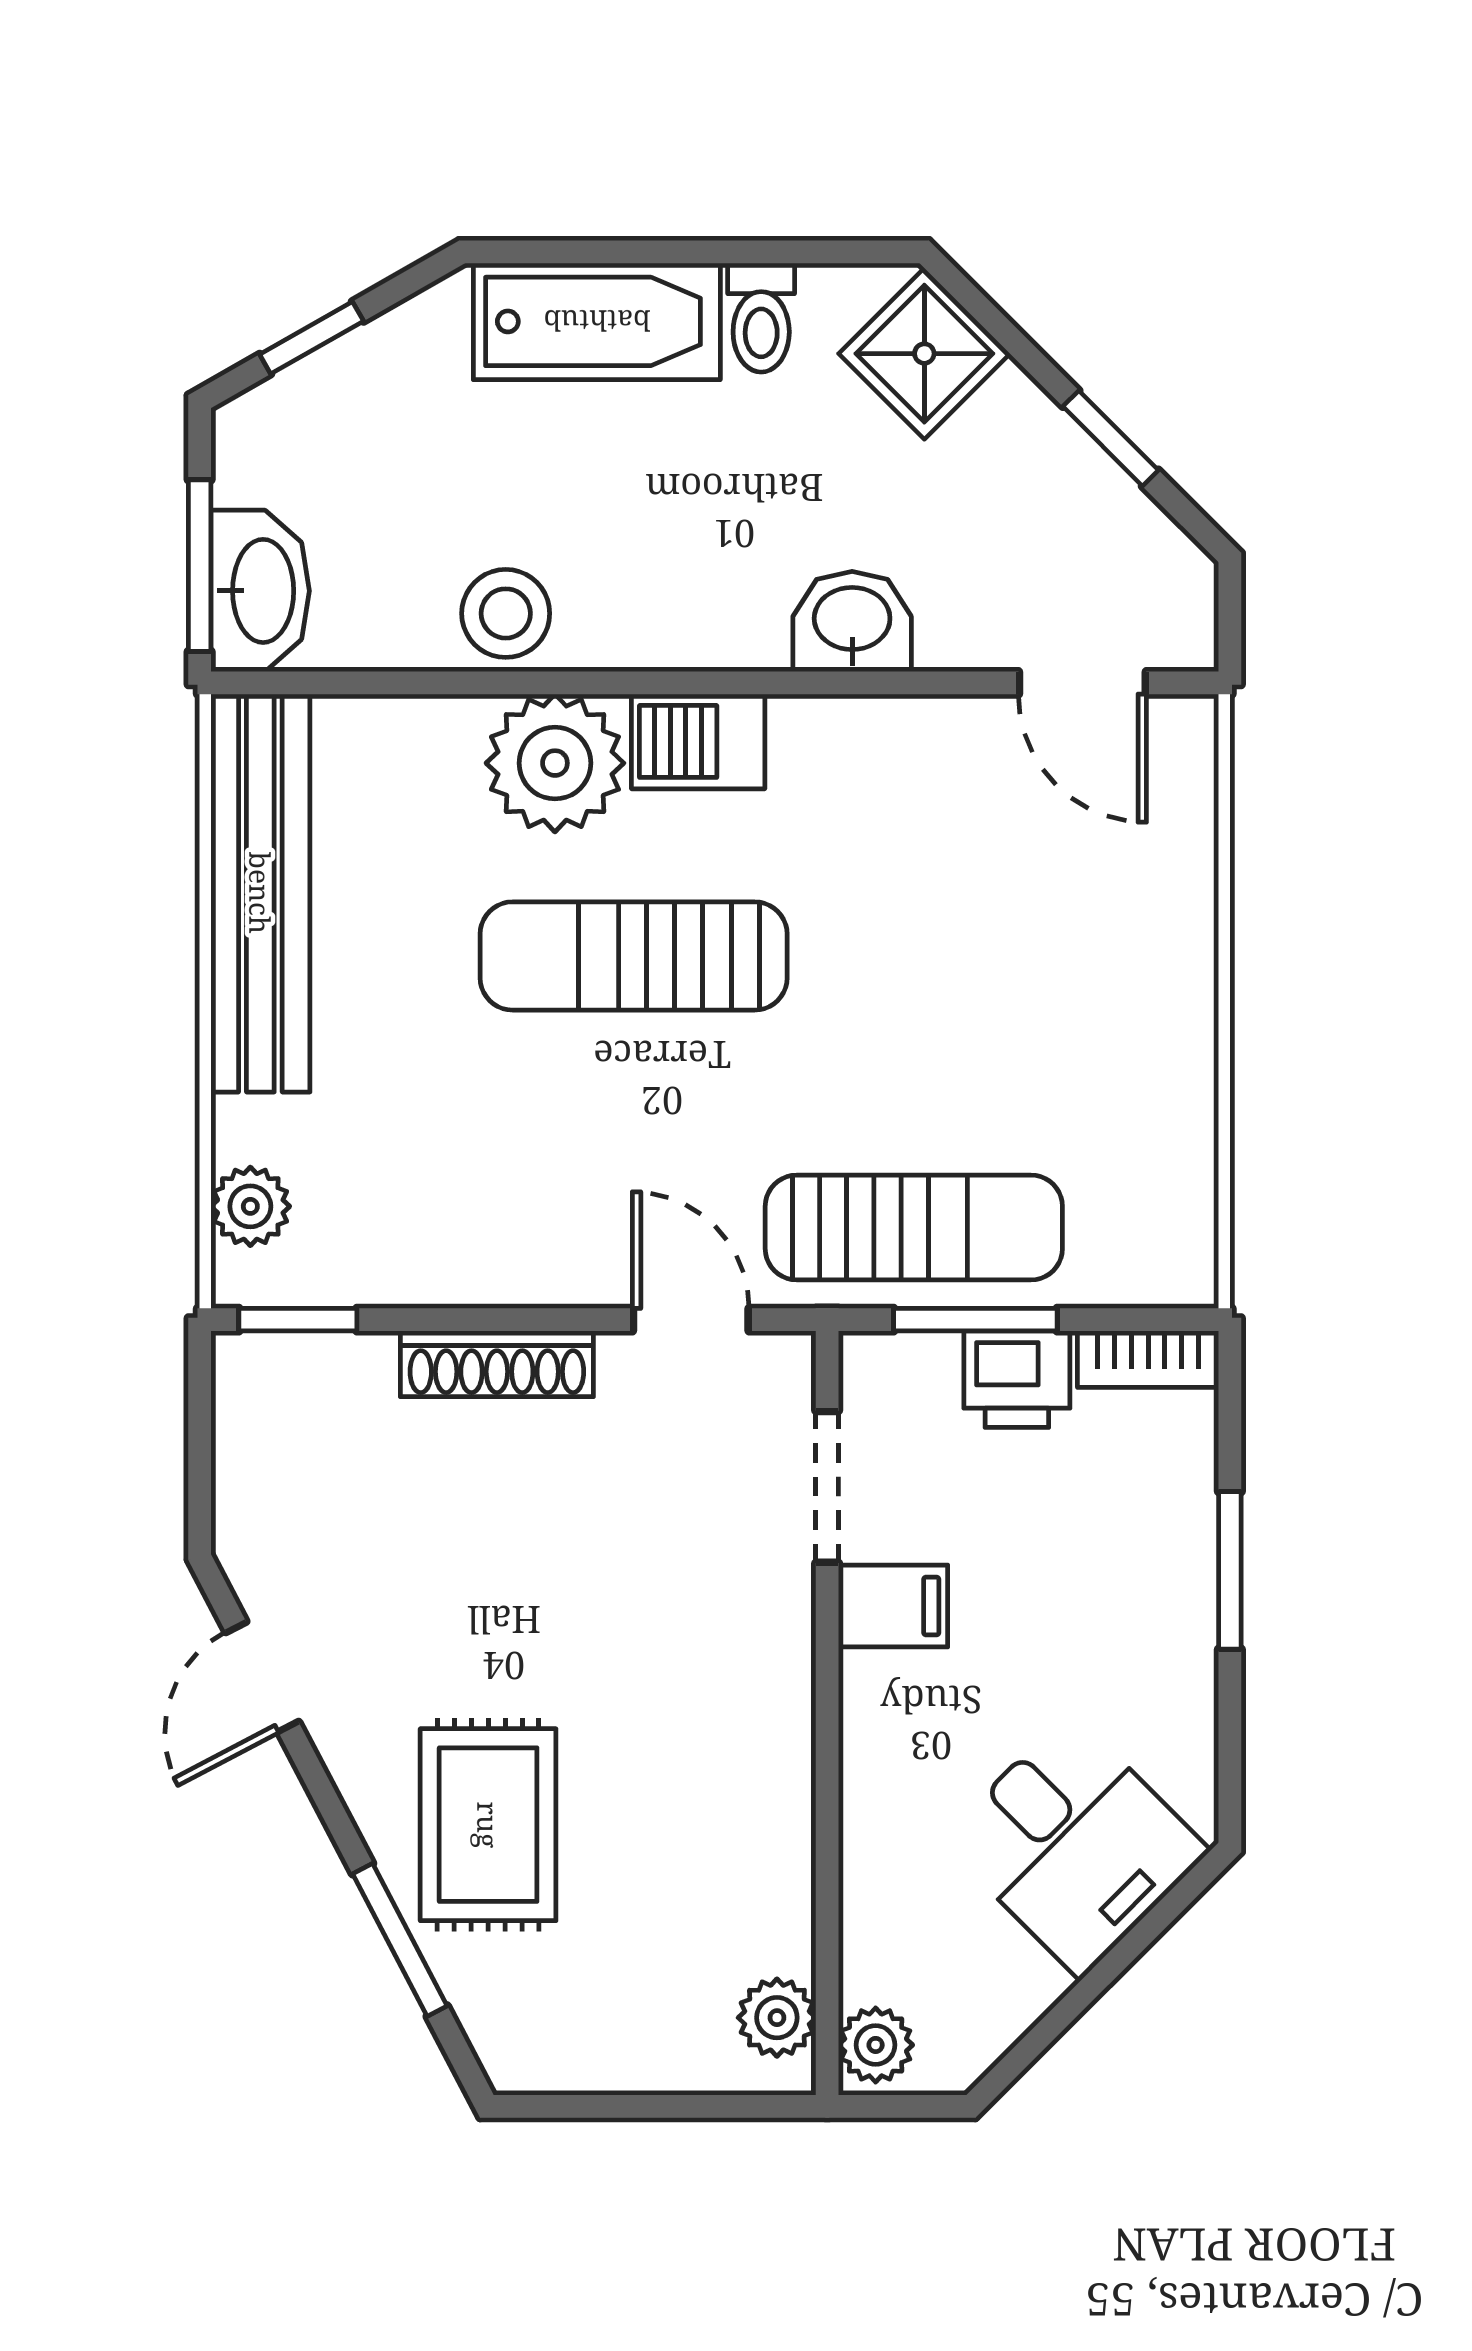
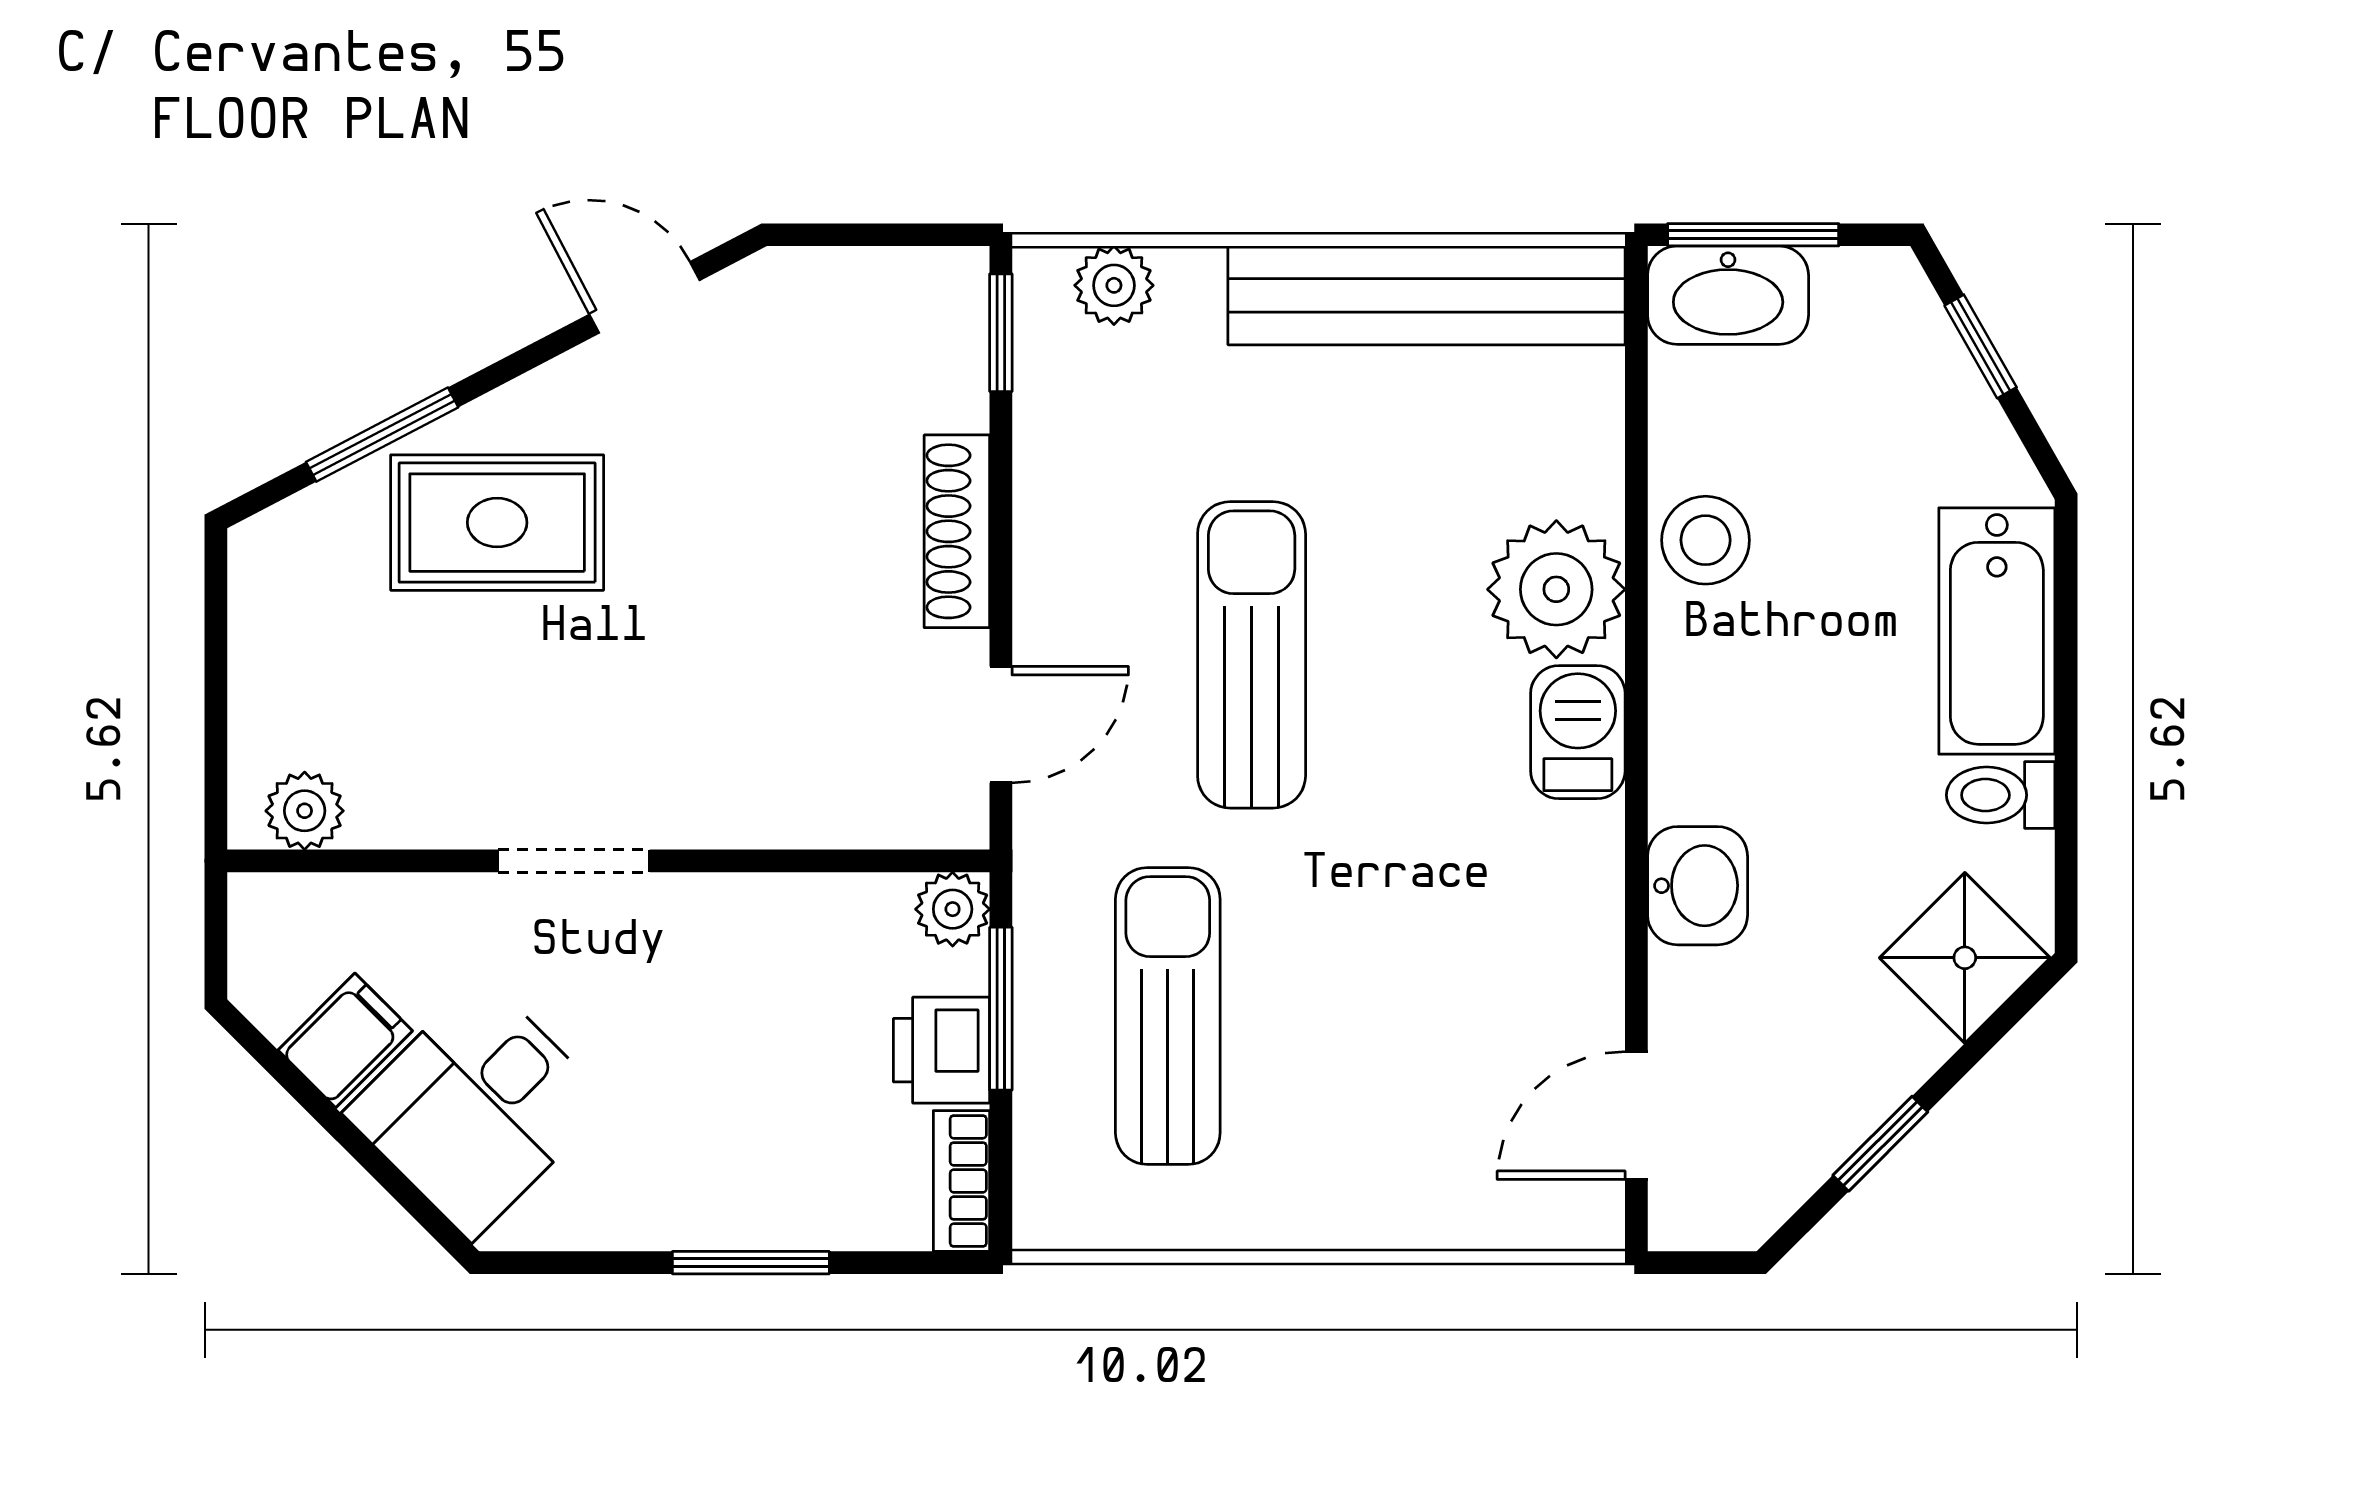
sun lounger: (634, 956) -> (1252, 655), moved
sun lounger: (914, 1227) -> (1168, 1016), moved, turned 180
doorway: (827, 1487) -> (574, 861), moved
filing cabinet: (893, 1606) -> (345, 1040), moved, turned -135
plant: (876, 2045) -> (953, 909), moved

